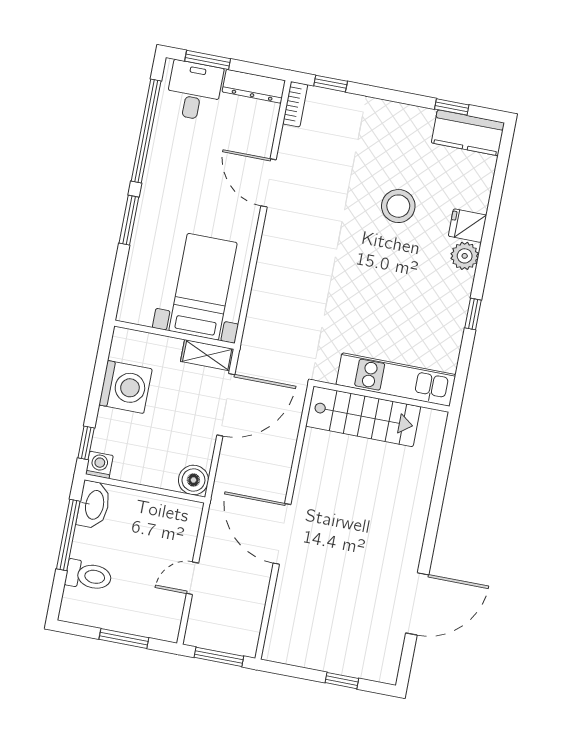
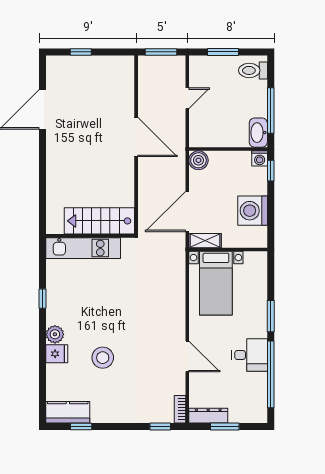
window: (208, 60) -> (225, 427), moved
desk: (194, 91) -> (250, 355), moved, turned -90
toilet: (89, 576) -> (253, 70), moved

